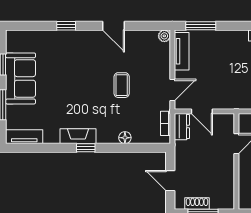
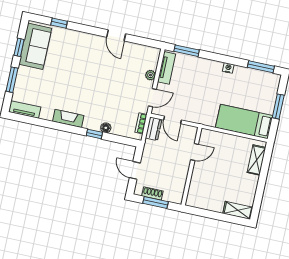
window: (66, 26) -> (59, 23), moved
plant: (164, 36) -> (150, 75), moved
sofa: (21, 78) -> (35, 46), moved
coffee table: (122, 85) -> (112, 85), removed
window: (86, 148) -> (94, 134), moved

